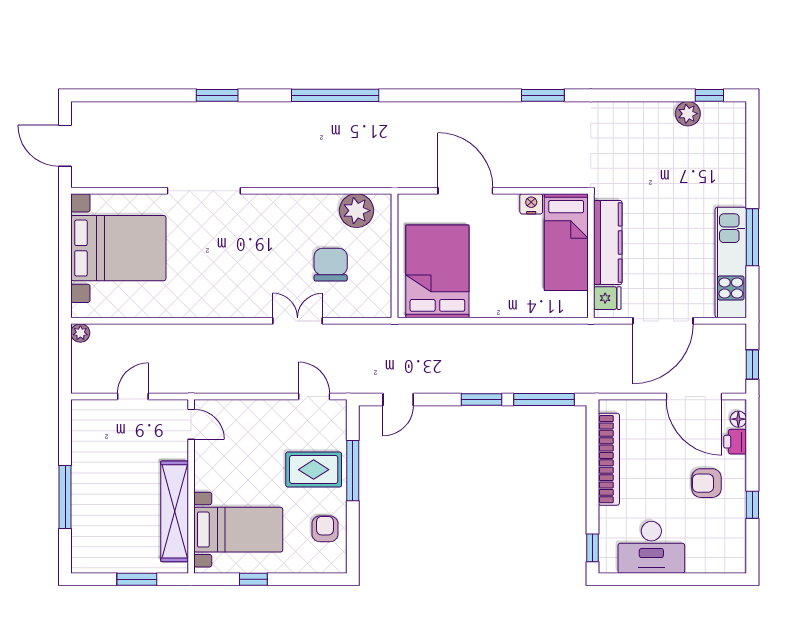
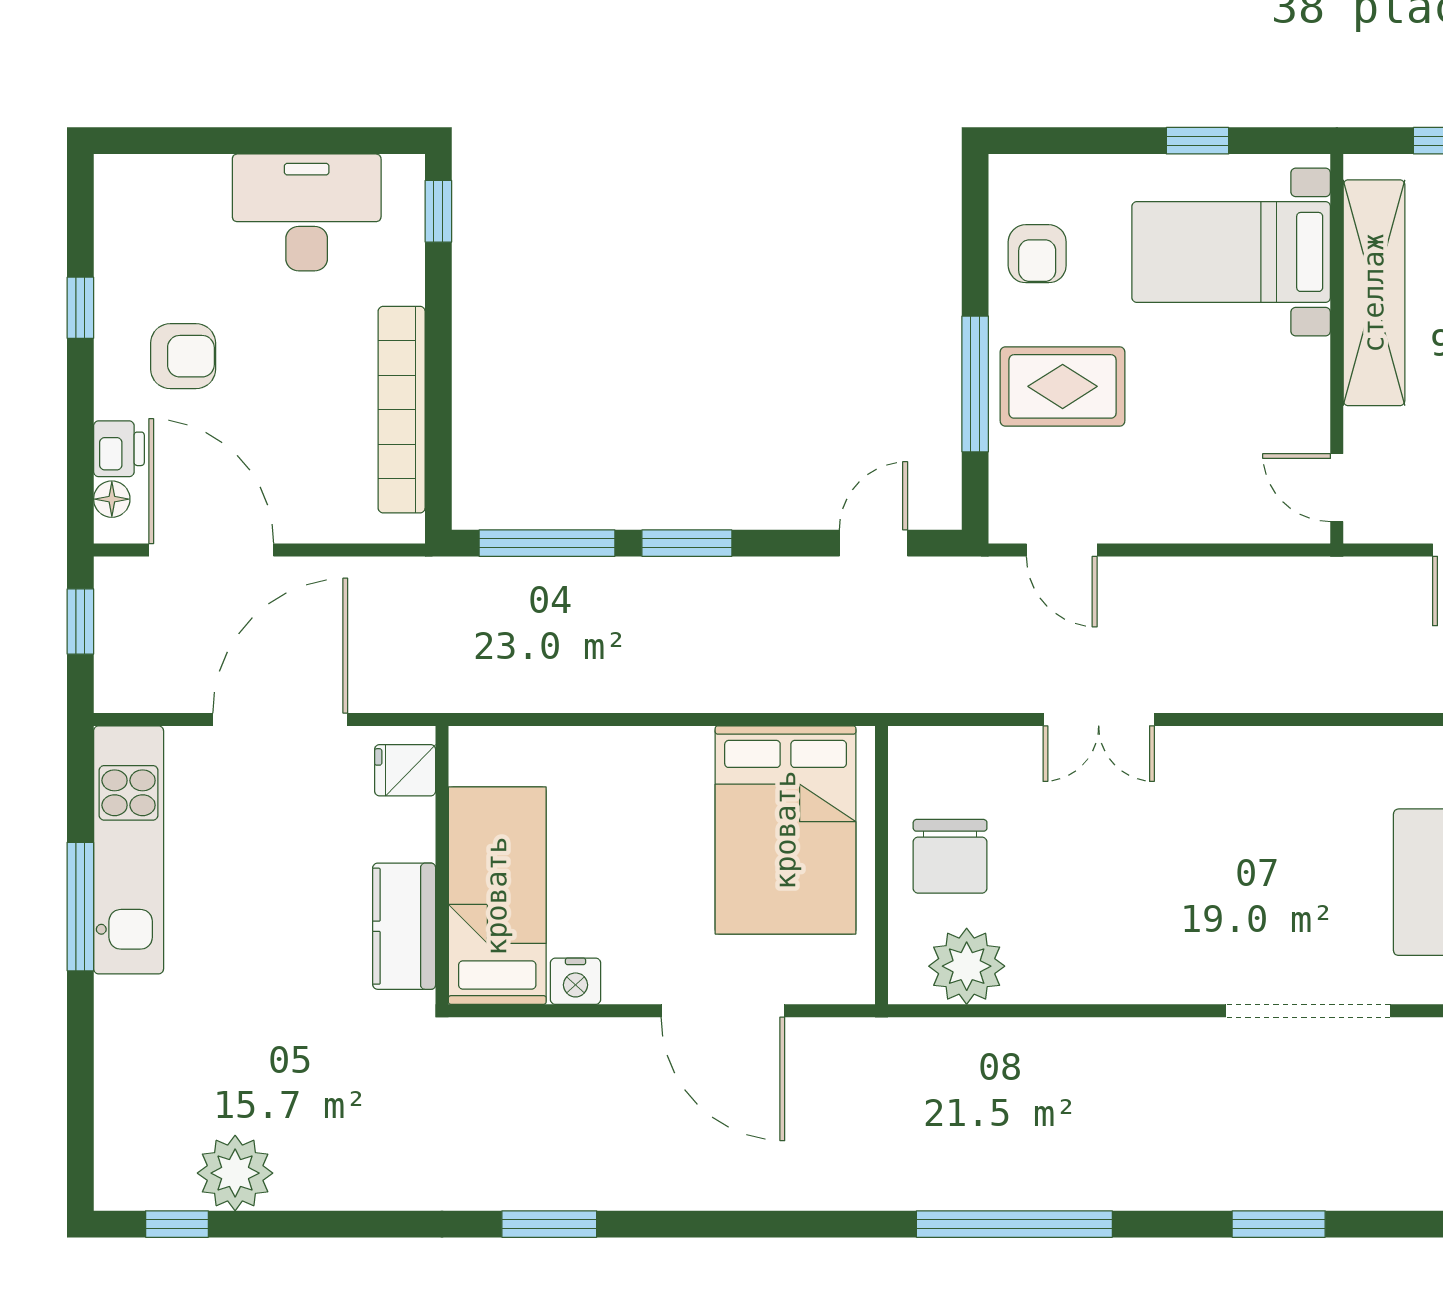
plant: (688, 114) -> (235, 1173), width x1.36, depth x1.36
kitchen counter: (608, 242) -> (404, 926), width x0.67
chair: (331, 265) -> (950, 856), moved

